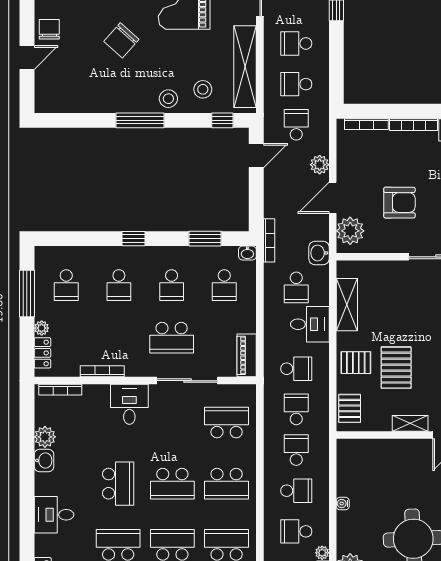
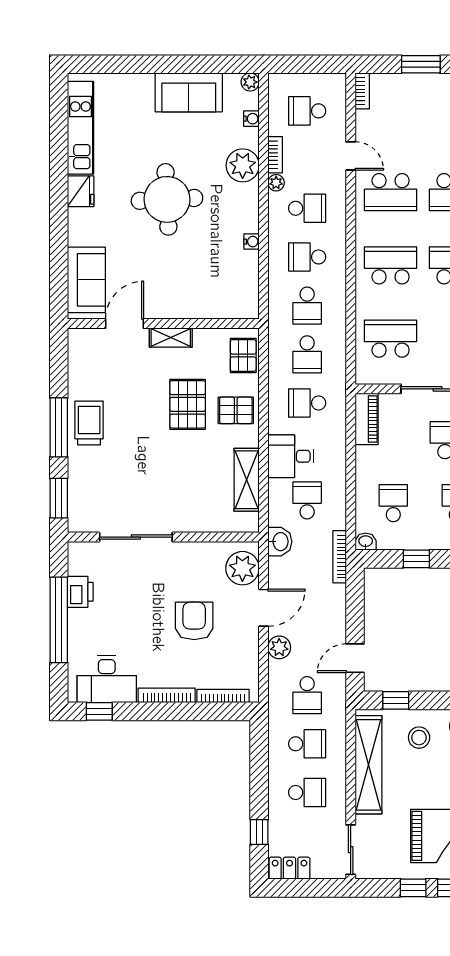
armchair: (399, 203) -> (194, 621), moved, turned 90
window: (205, 239) -> (416, 559), width x0.67
school desk: (227, 422) -> (391, 339), turned 180

